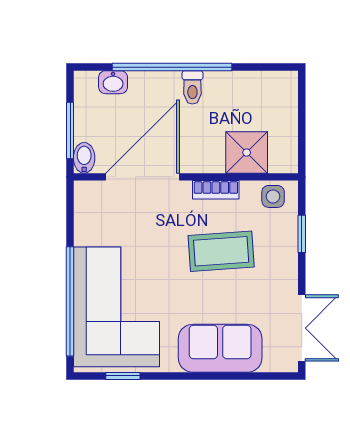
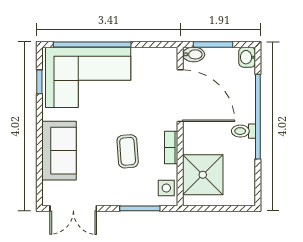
washbasin: (113, 82) -> (247, 57), moved
shower: (247, 153) -> (203, 175), width x1.36, depth x1.36
window: (302, 234) -> (140, 208), width x1.50
coffee table: (221, 251) -> (128, 151), width x0.73, depth x0.77

